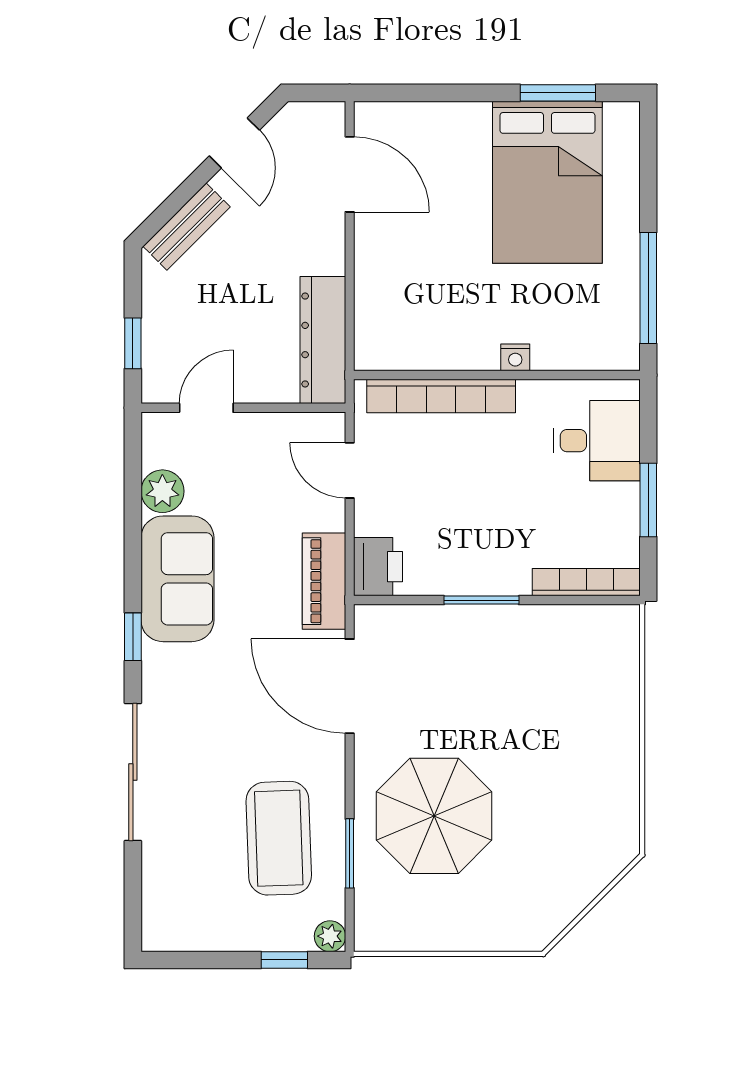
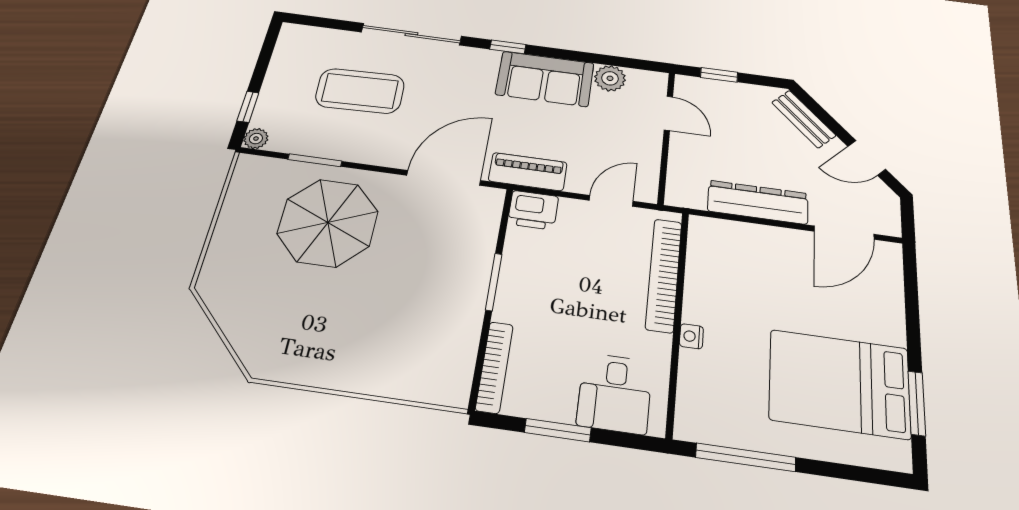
dresser: (323, 340) -> (758, 202), moved
coffee table: (279, 838) -> (360, 91), moved

